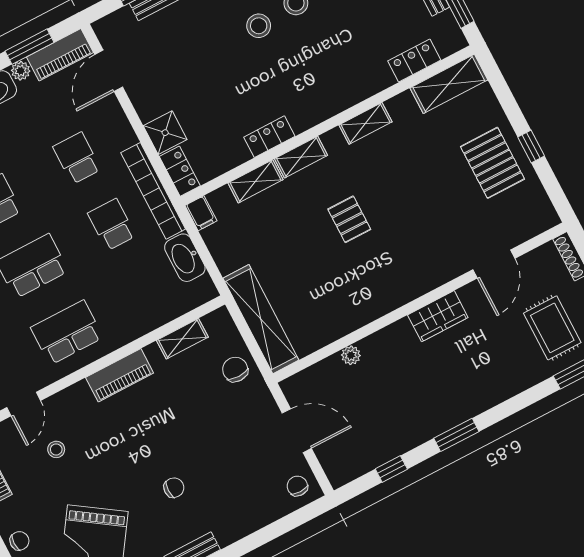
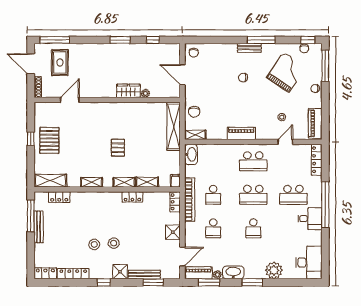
shower: (165, 133) -> (173, 232), moved
washbasin: (185, 258) -> (191, 154), moved
wardrobe: (438, 316) -> (128, 91), moved
shelving: (182, 339) -> (195, 135), moved

